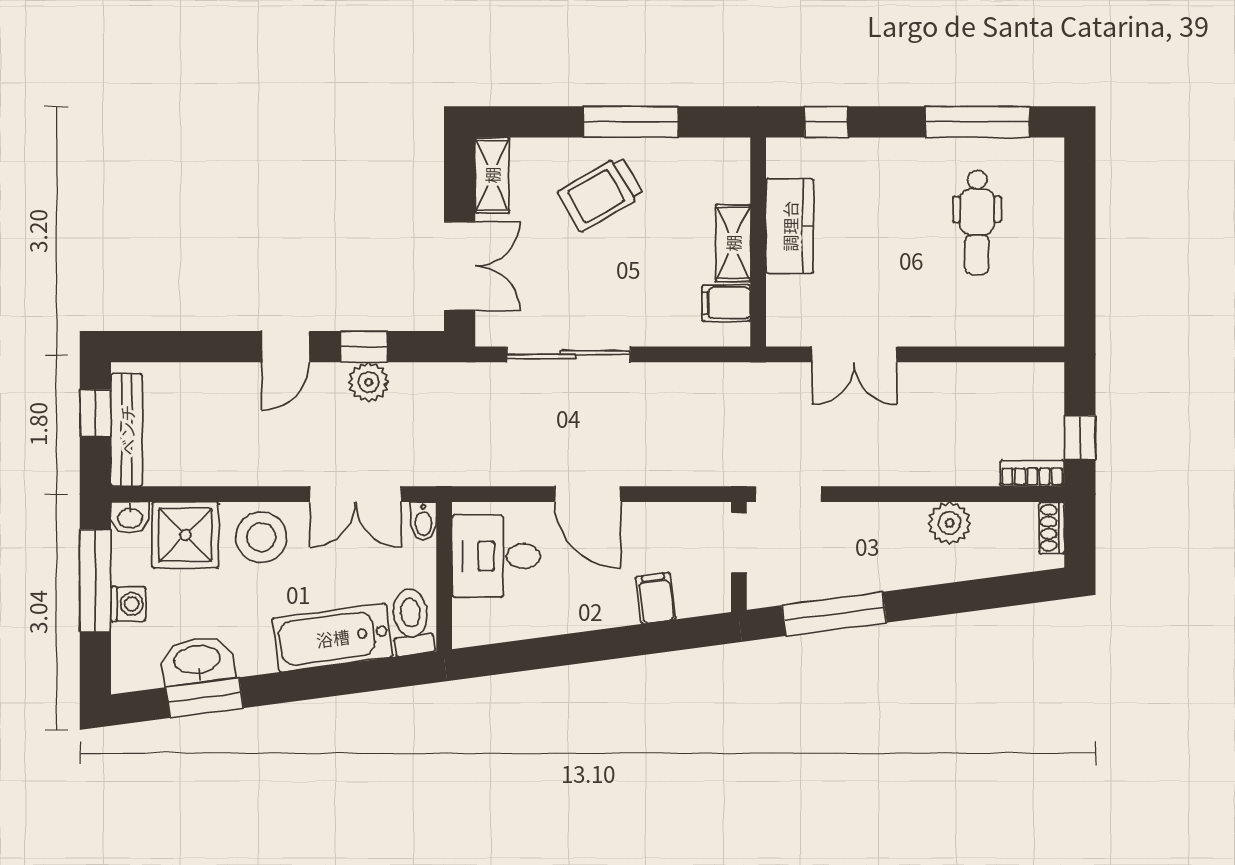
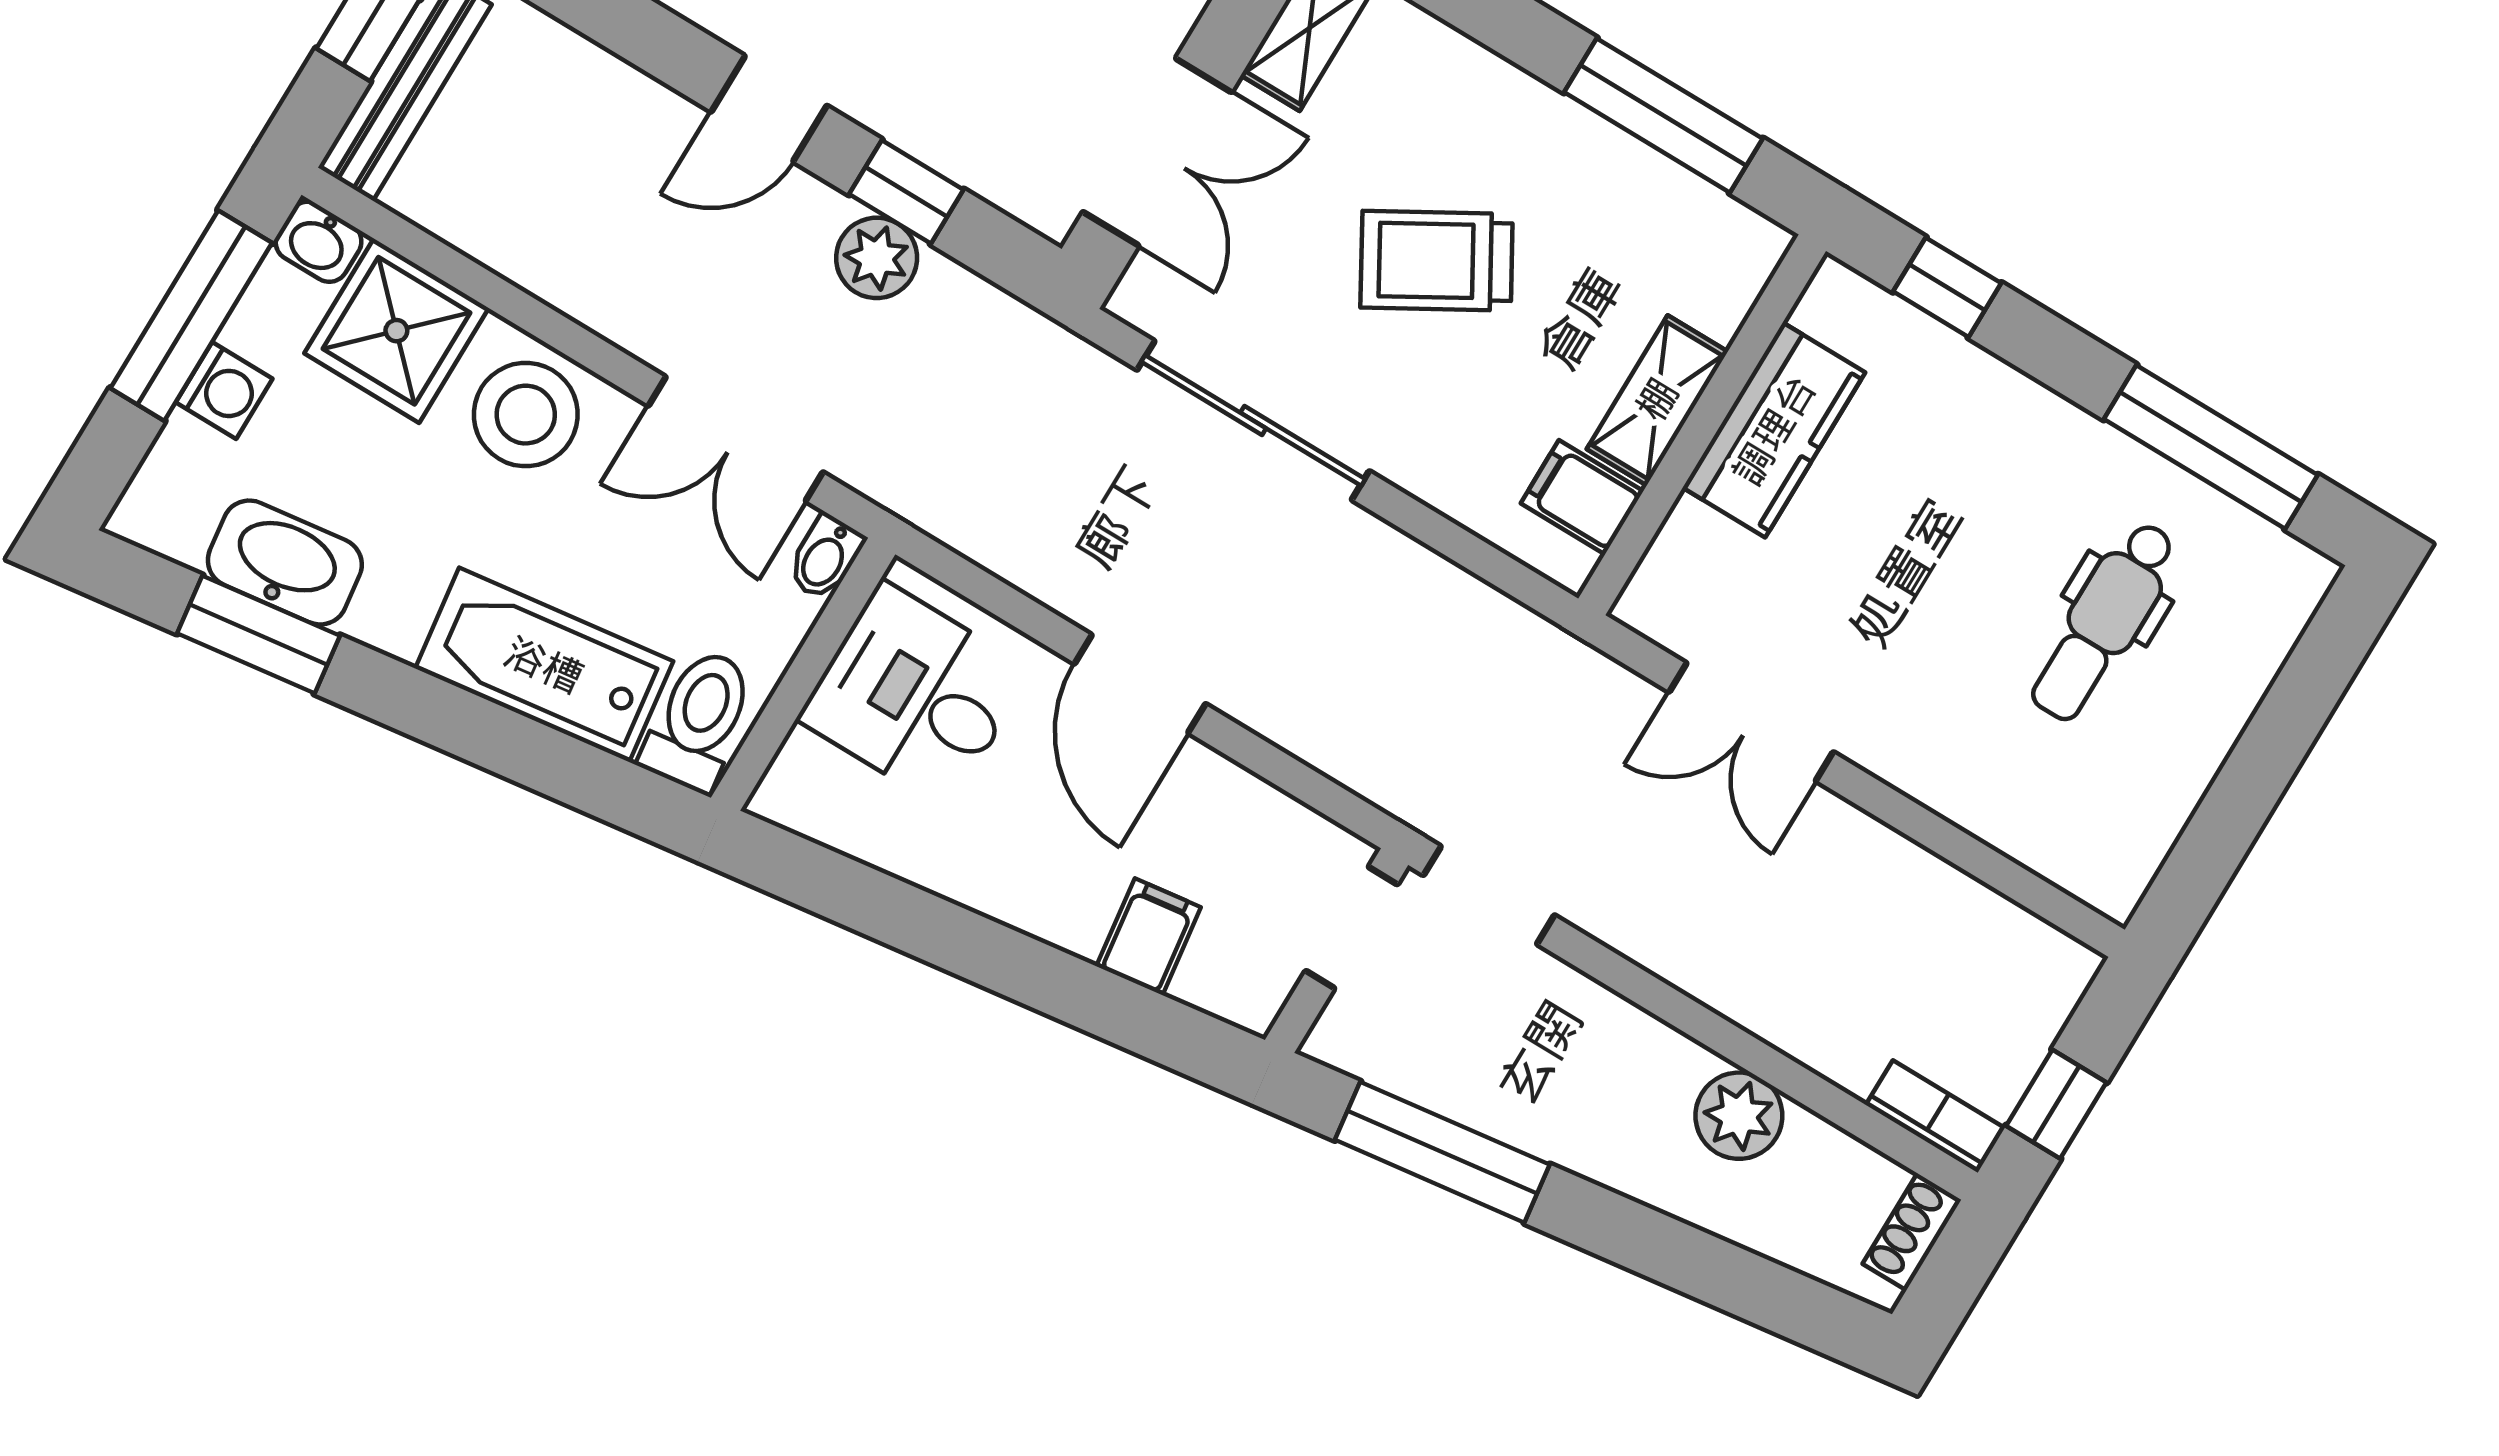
window: (631, 122) -> (1663, 115), moved
trolley: (600, 194) -> (1437, 261), moved

